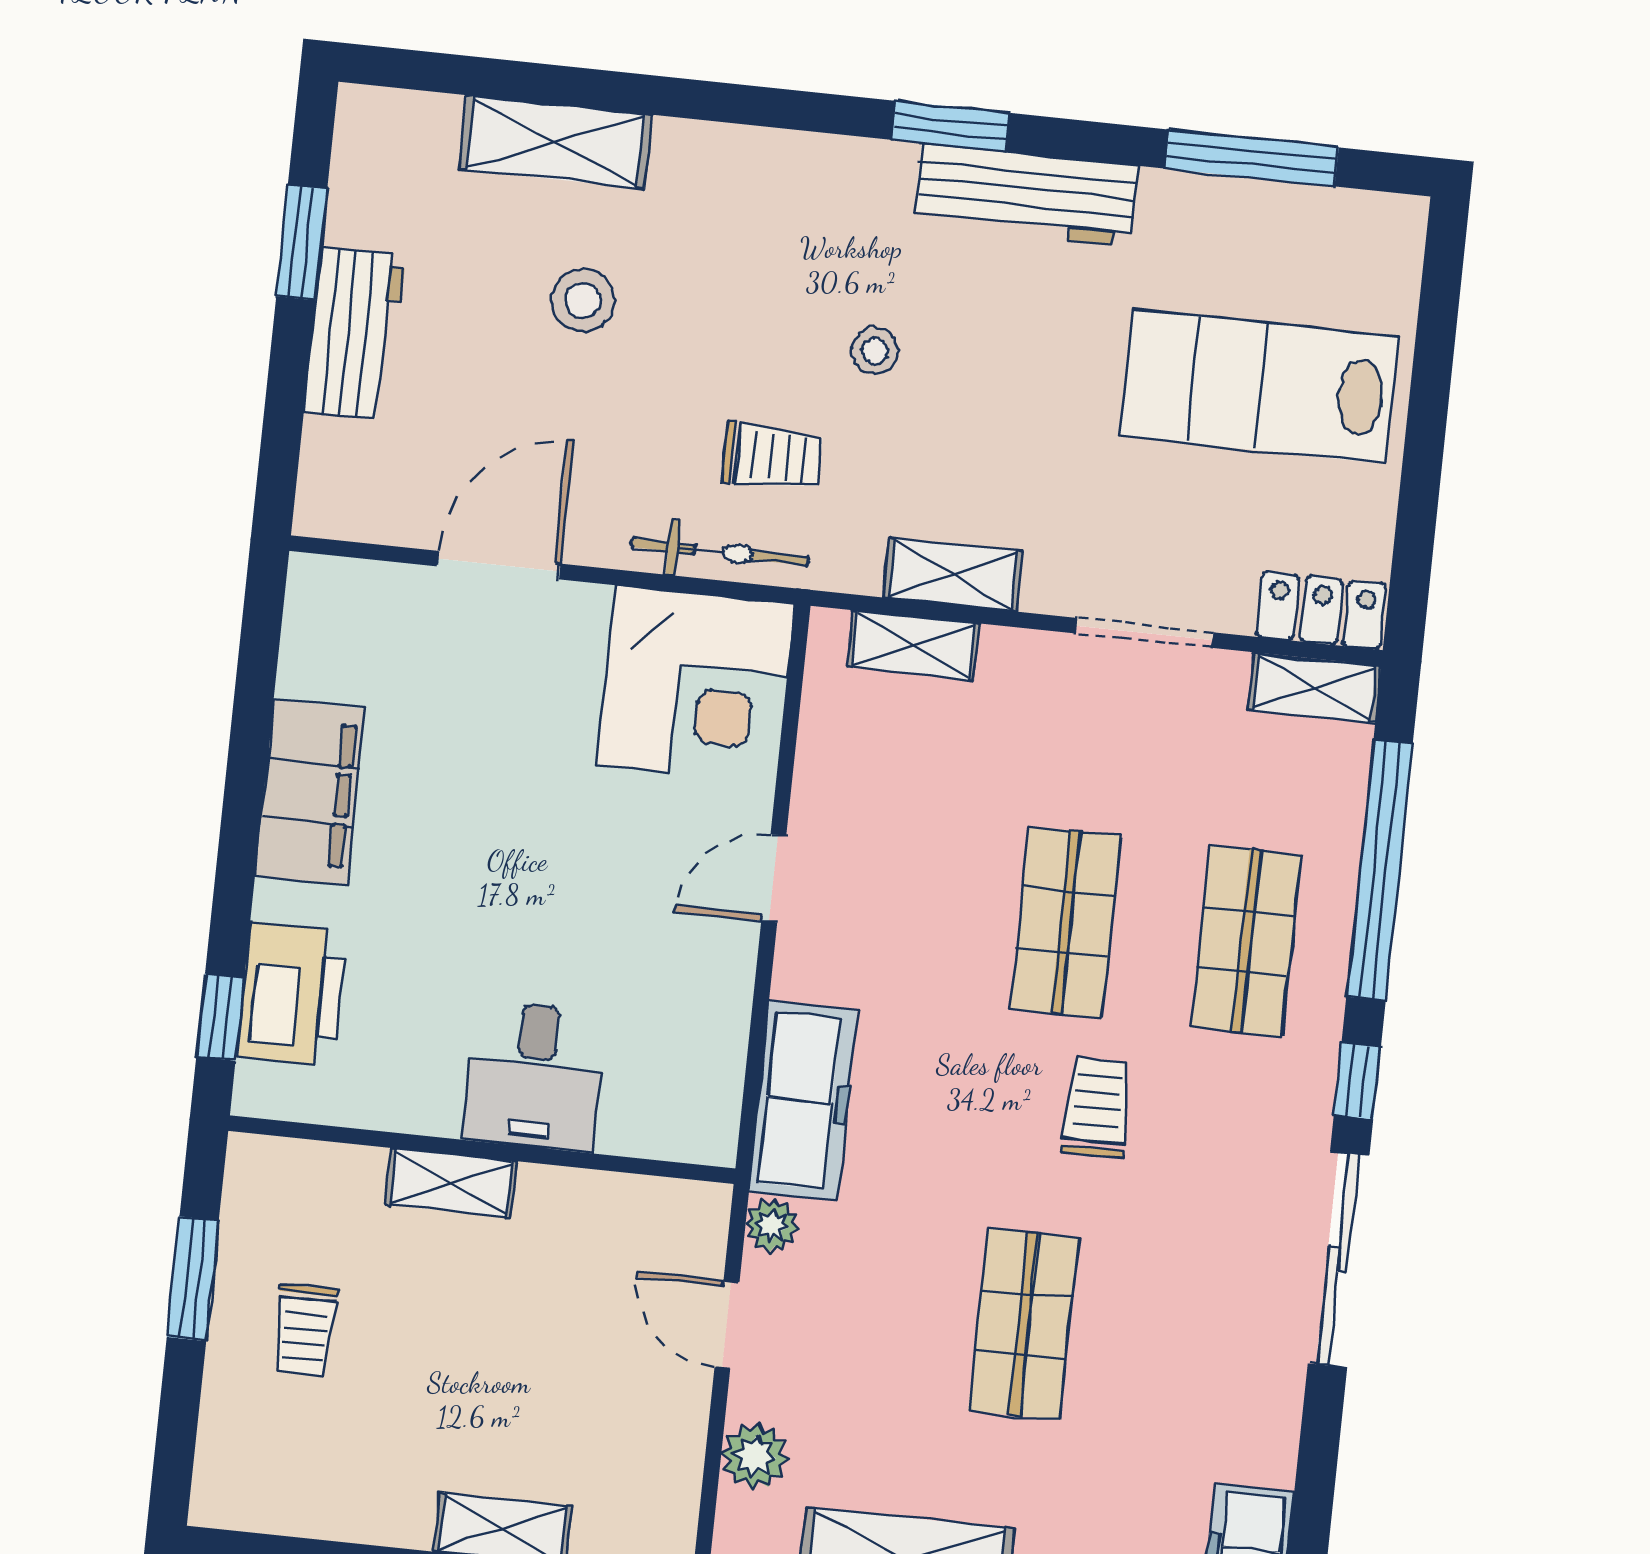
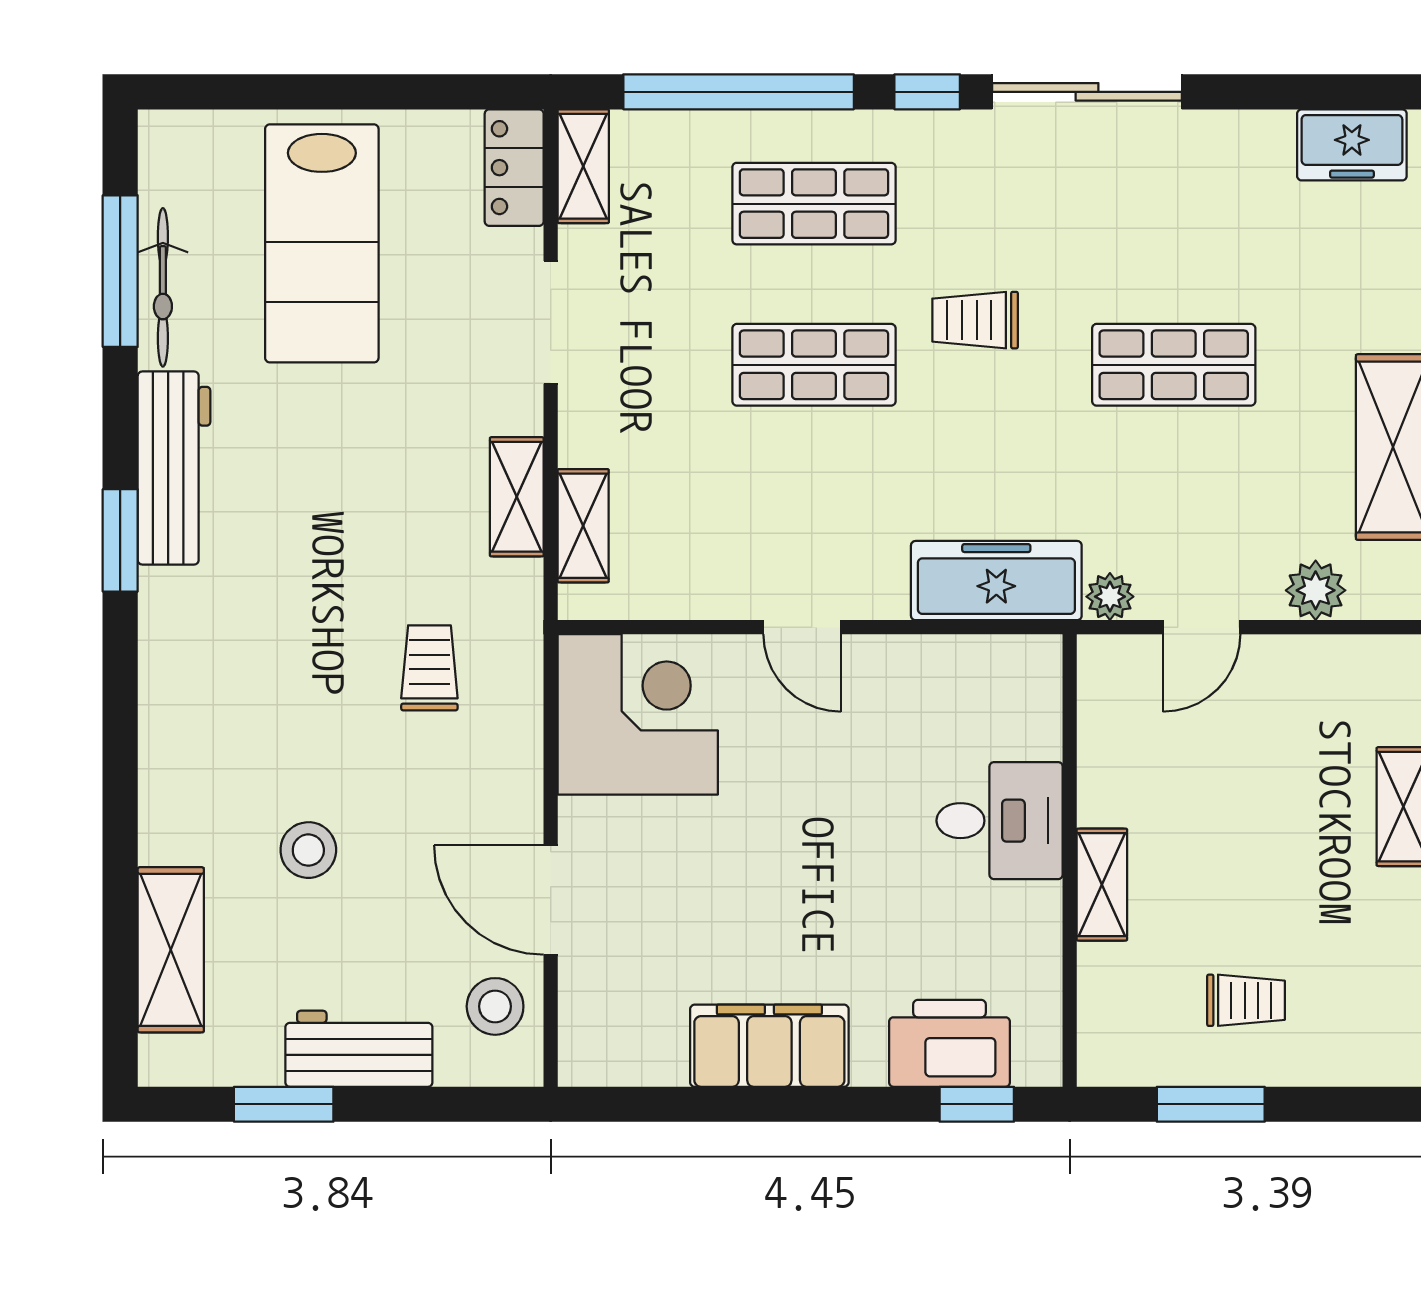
shelving: (556, 142) -> (171, 950), moved
stool: (875, 351) -> (495, 1006), moved, width x1.37, depth x1.37
bicycle: (720, 552) -> (163, 287), moved, turned 180

